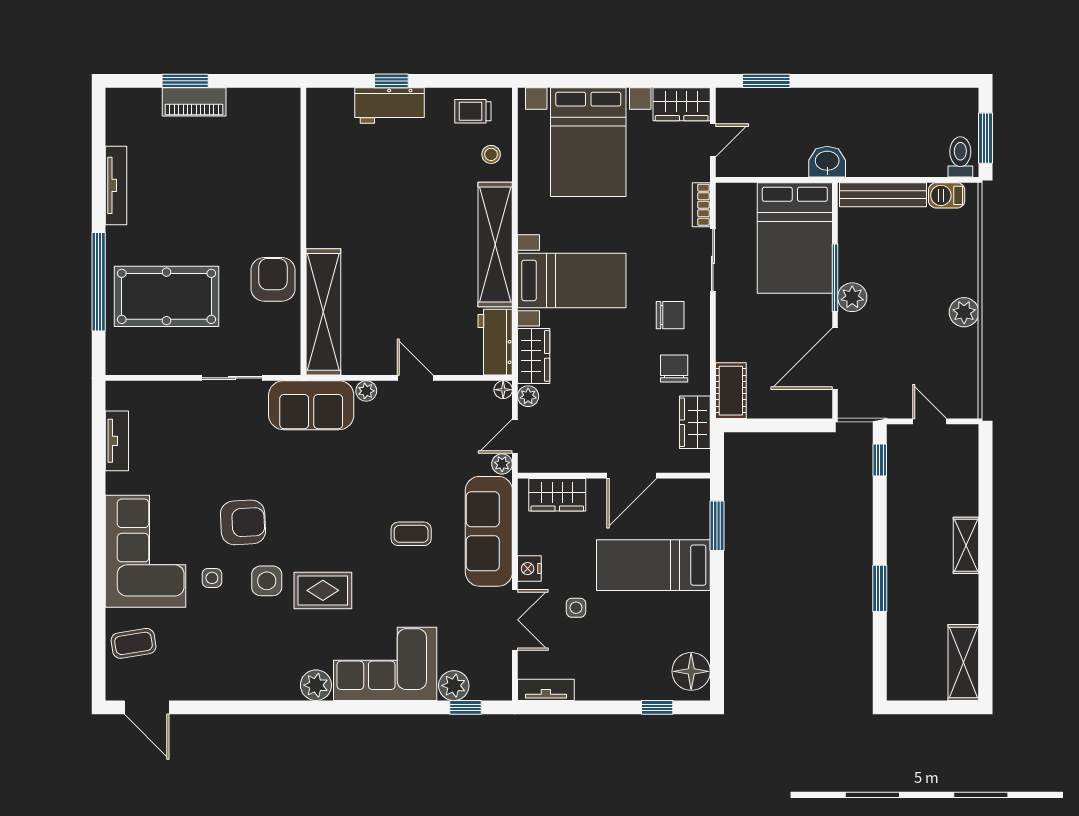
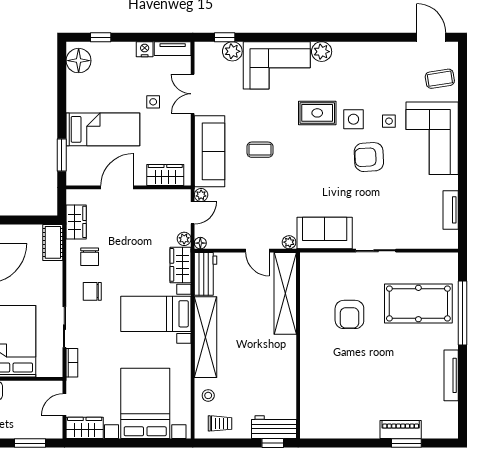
wall: (303, 231) -> (298, 346), moved
shelving: (323, 312) -> (285, 293), moved
nightstand: (529, 569) -> (145, 49), moved, turned -90

